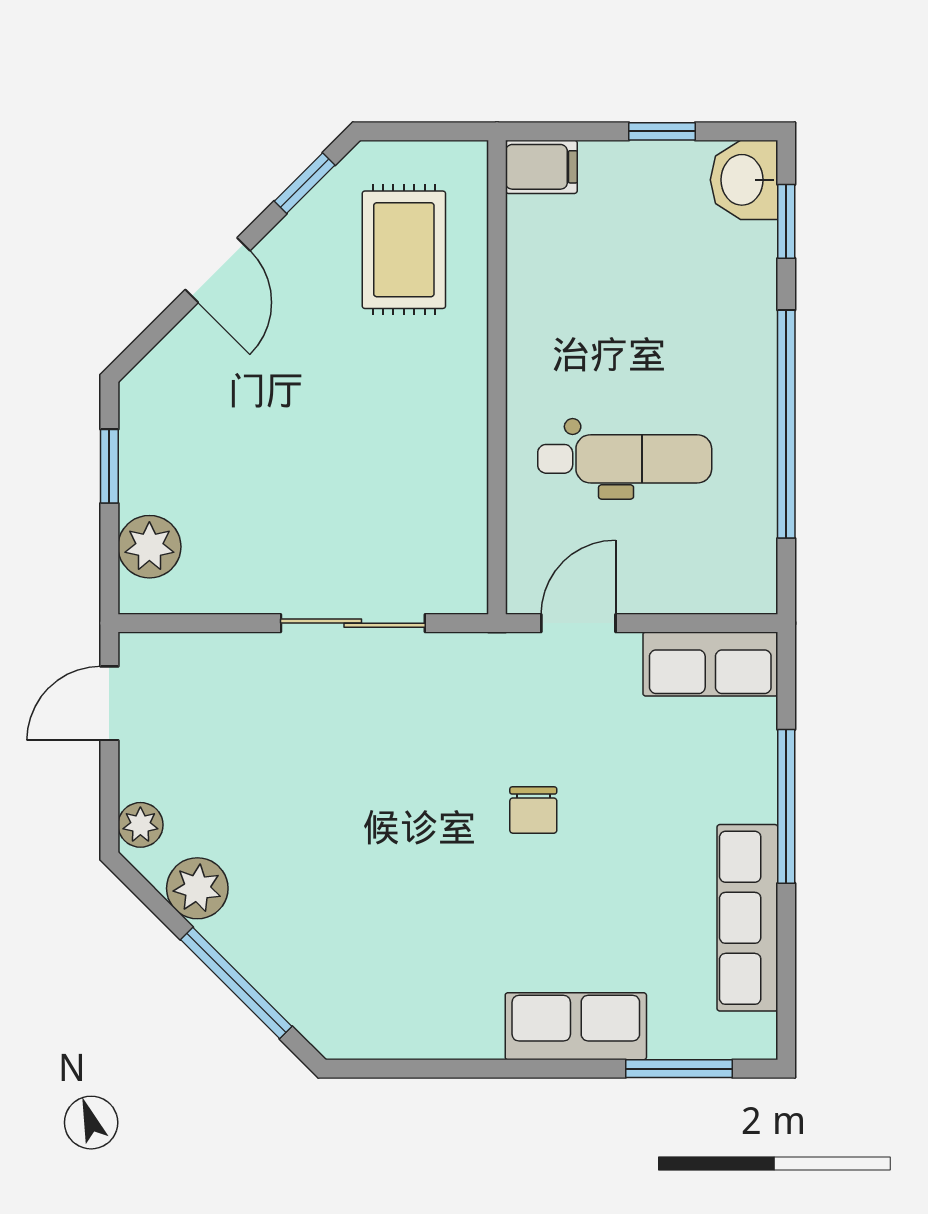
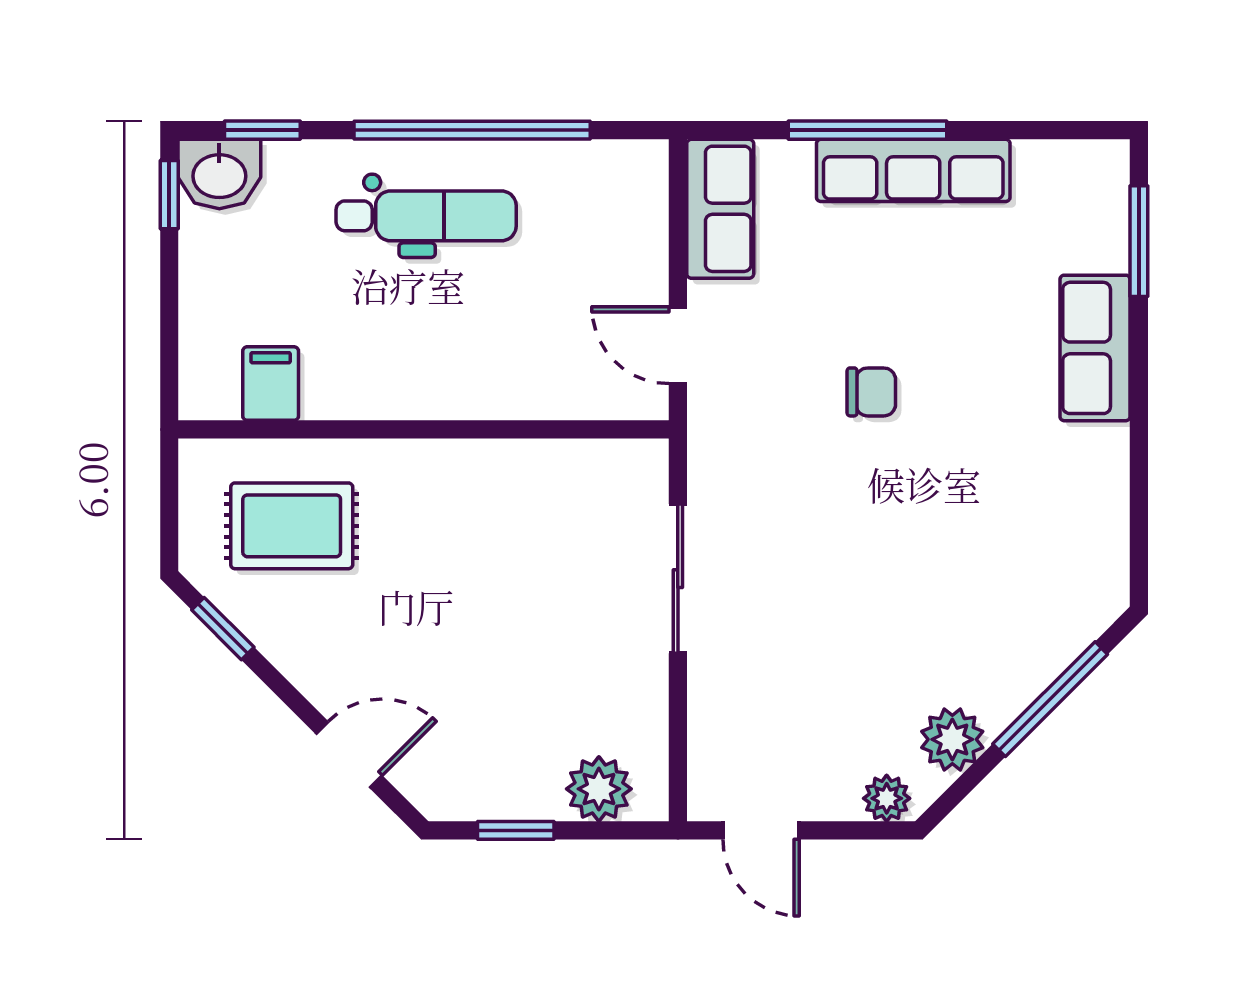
window: (662, 131) -> (169, 195), moved
filing cabinet: (541, 167) -> (271, 384), moved
door: (218, 270) -> (349, 755), moved
dental chair: (625, 459) -> (426, 216), moved, turned 90
row of seats: (747, 918) -> (913, 170), moved

